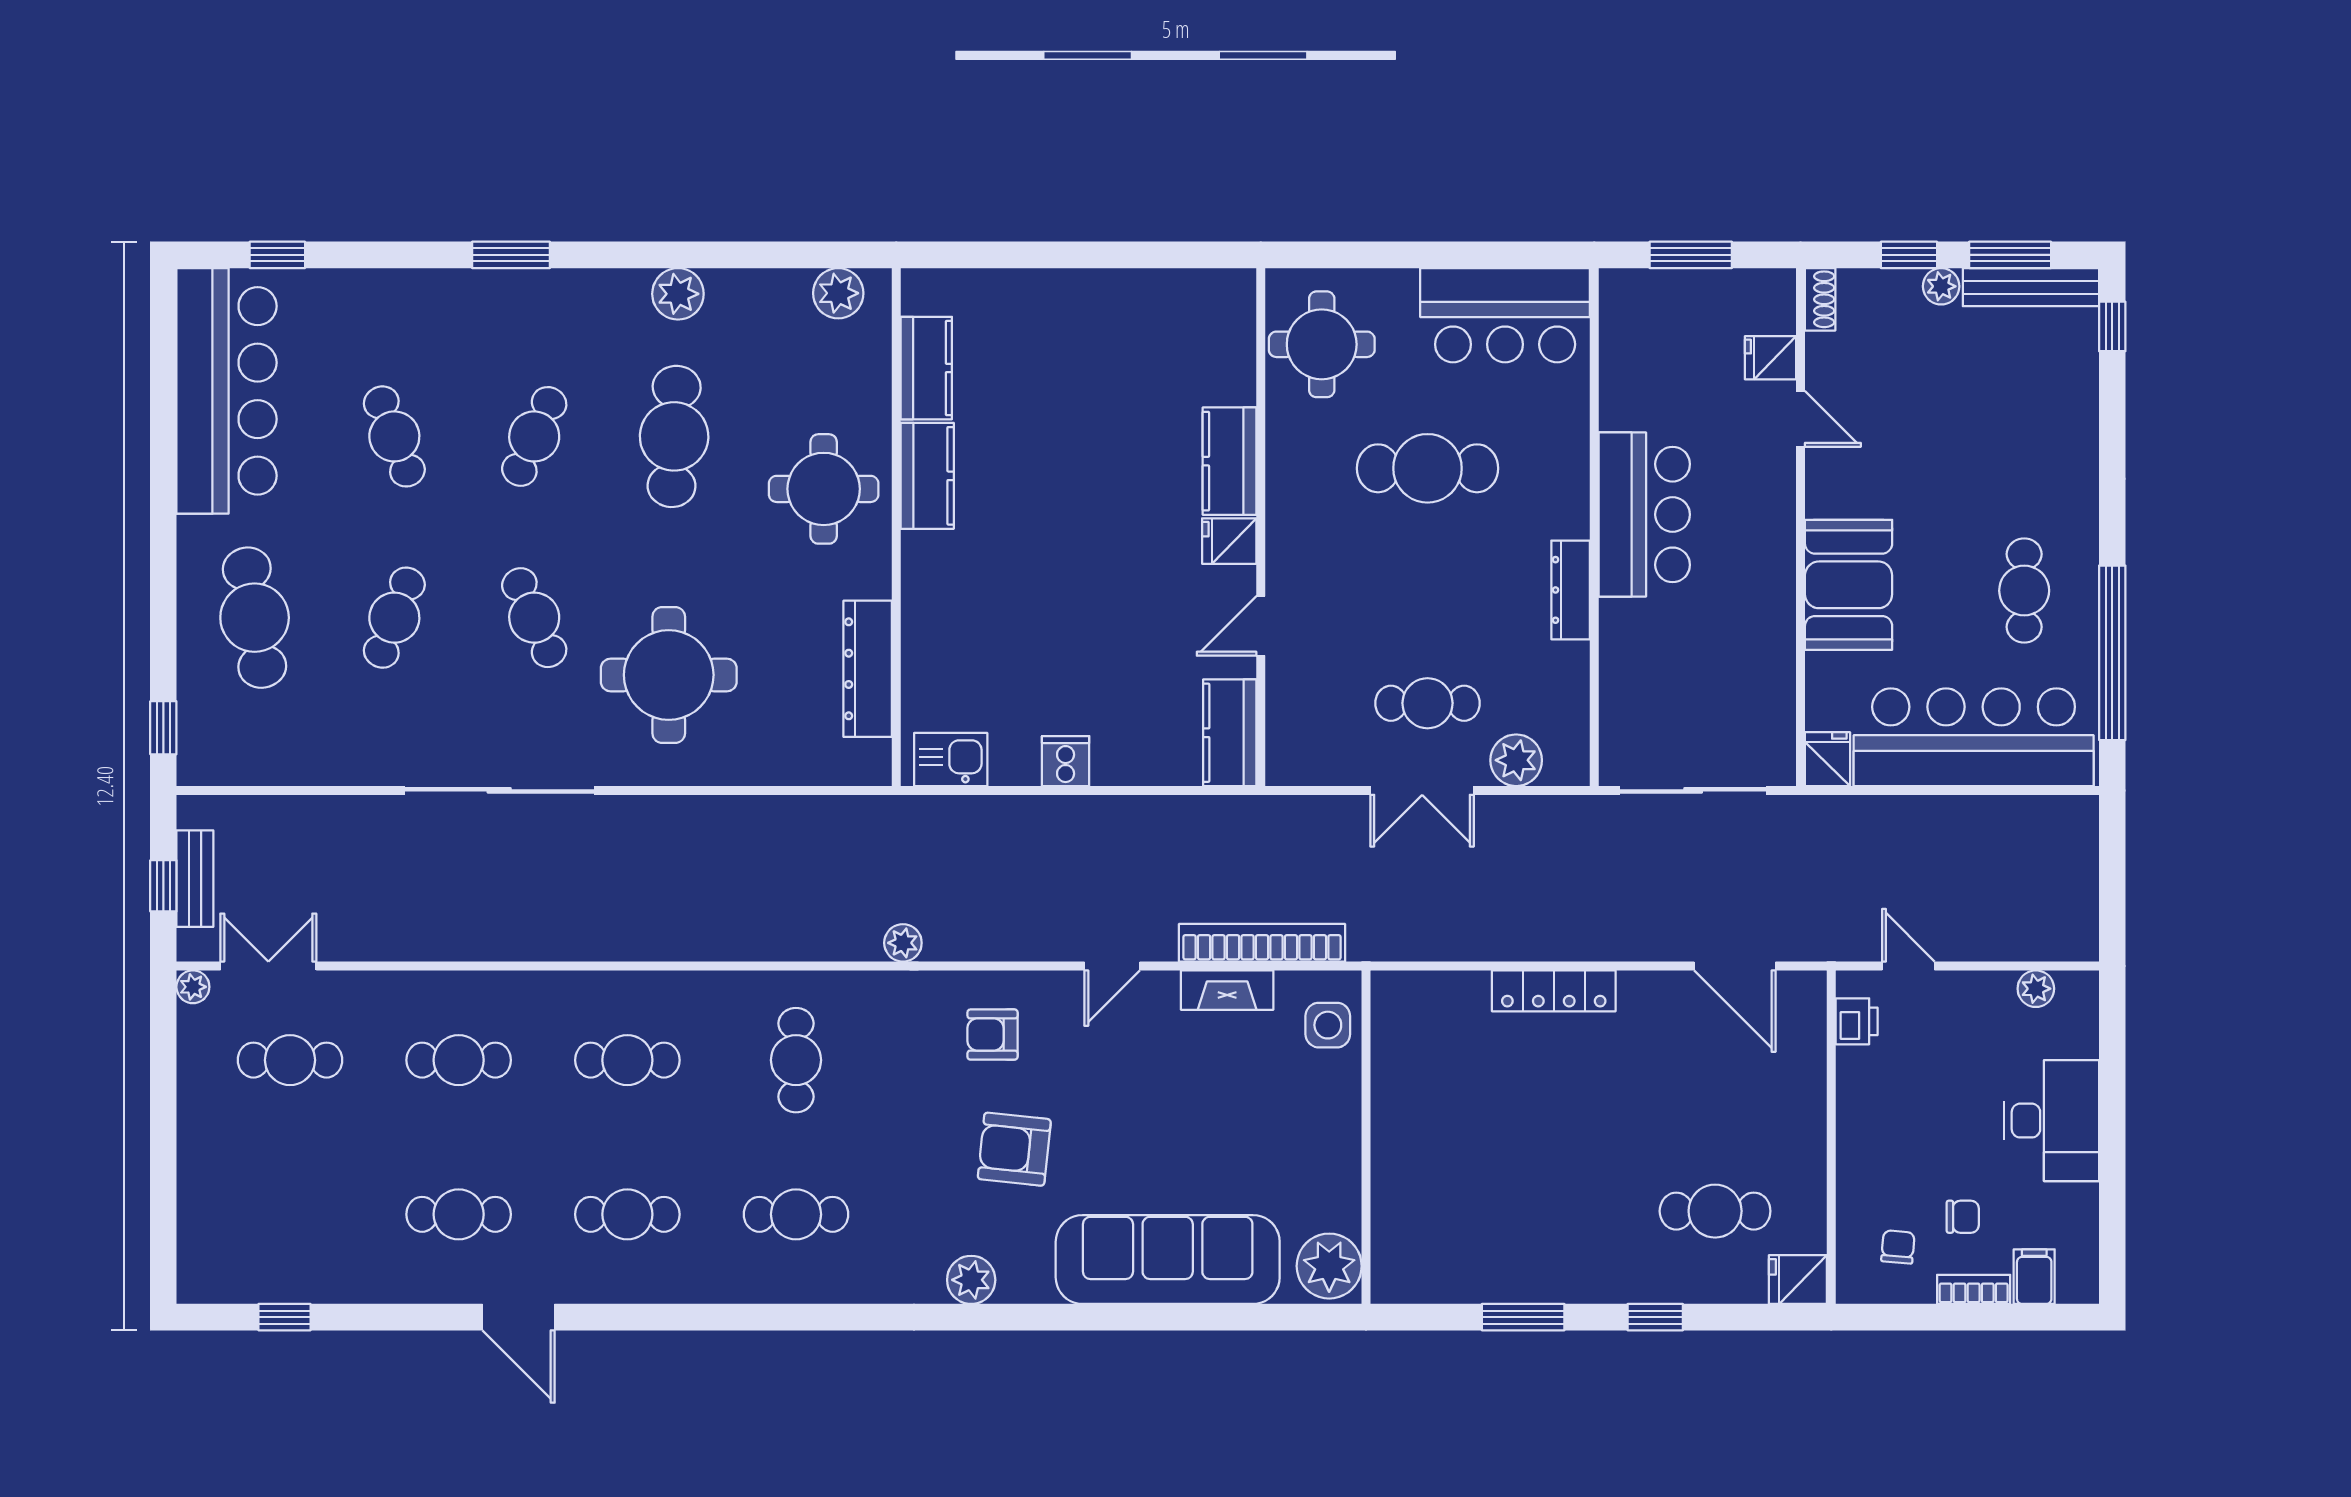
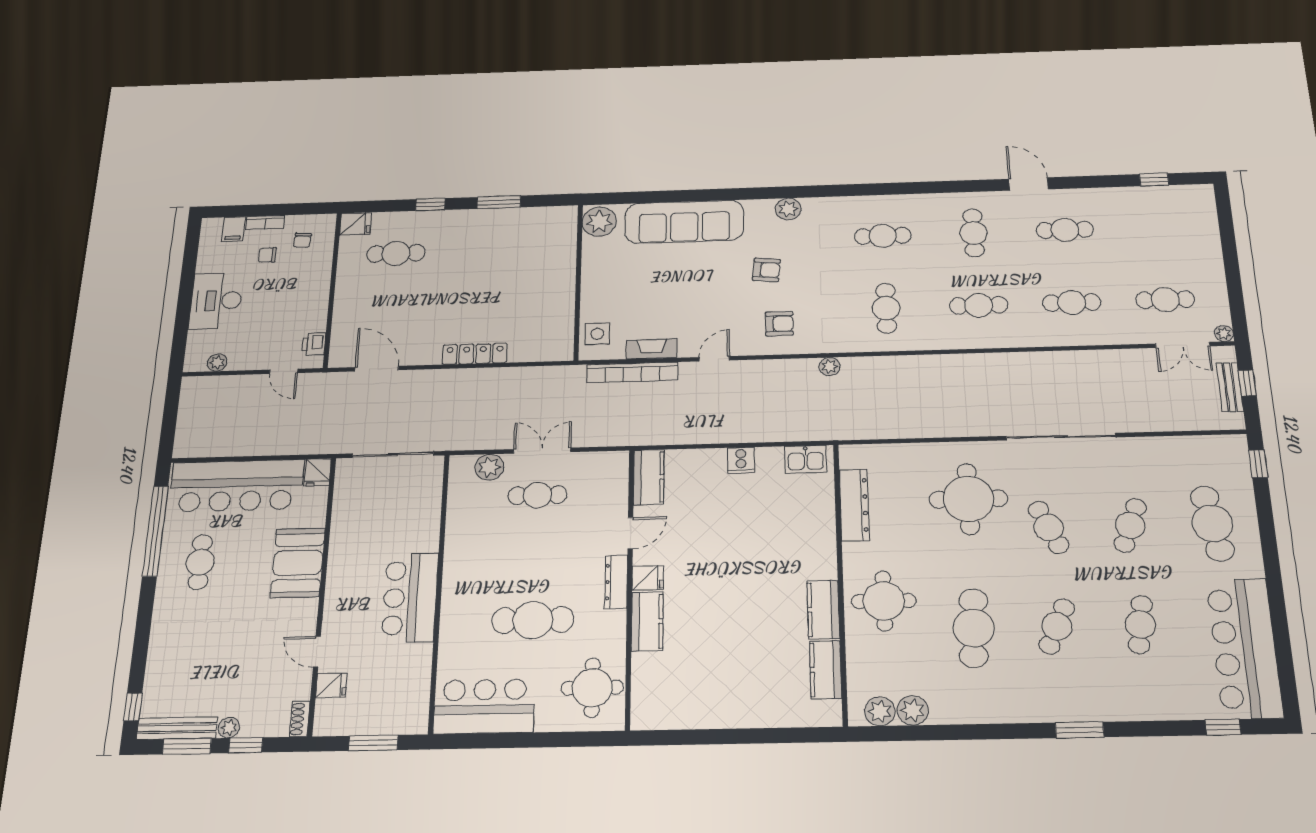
plant: (678, 294) -> (913, 710), moved
cafe table: (394, 436) -> (1140, 625), turned 30
dresser: (1571, 590) -> (616, 582), moved, turned 180
armchair: (1014, 1149) -> (766, 270), width x0.72, depth x0.72
cafe table: (627, 1214) -> (974, 233), turned 90

